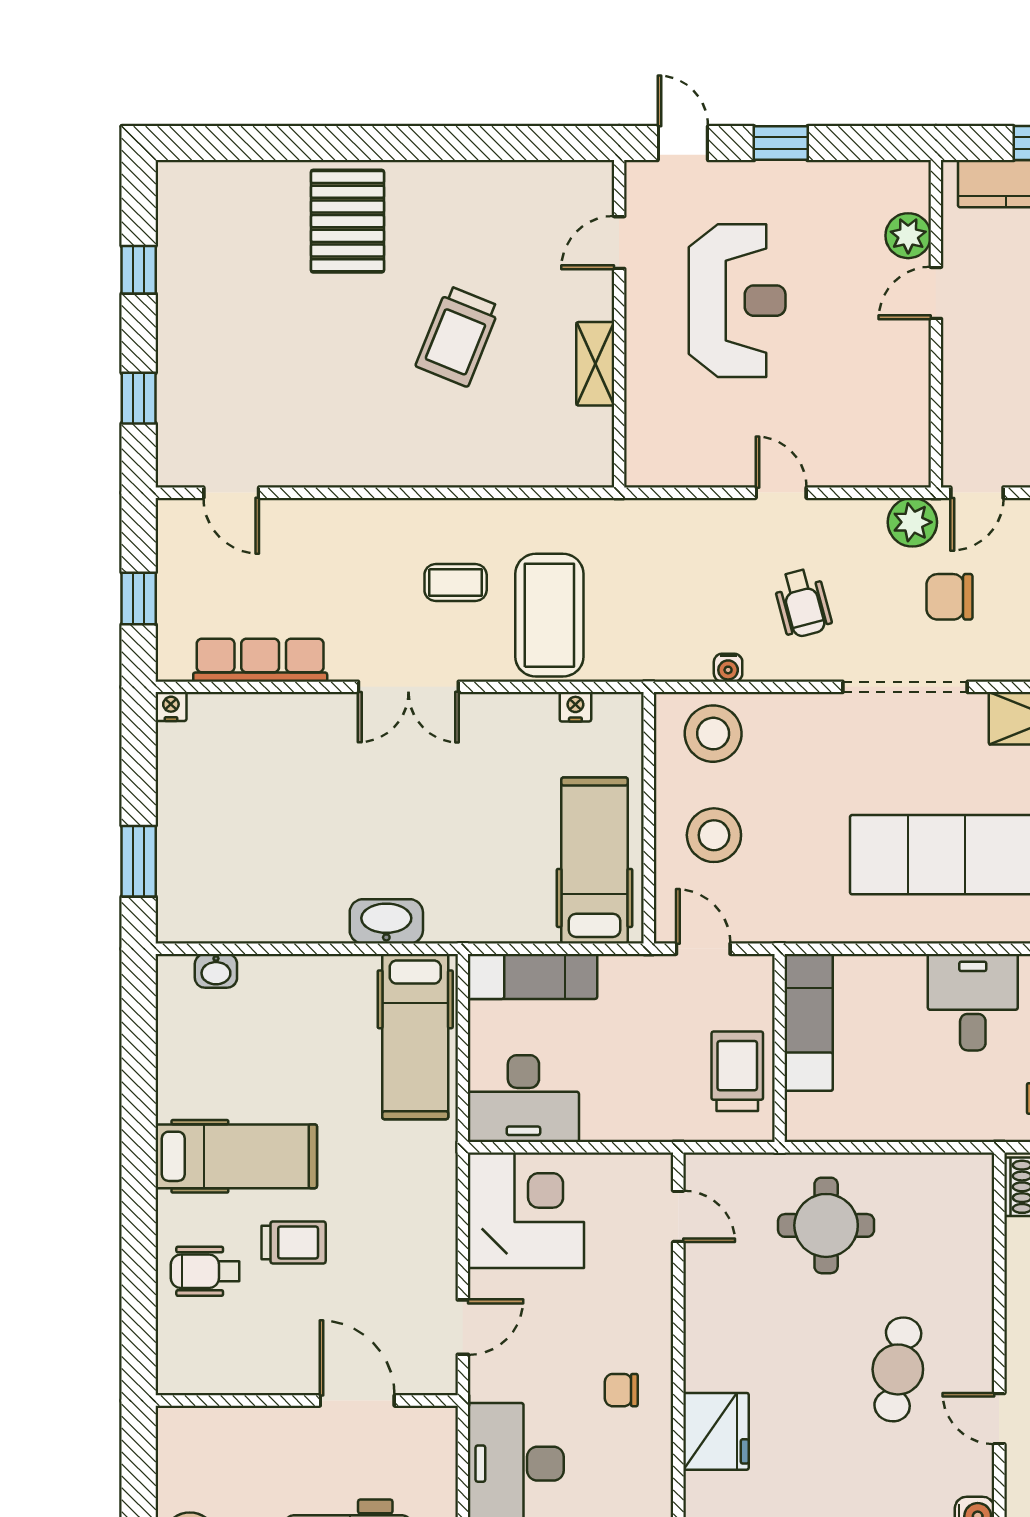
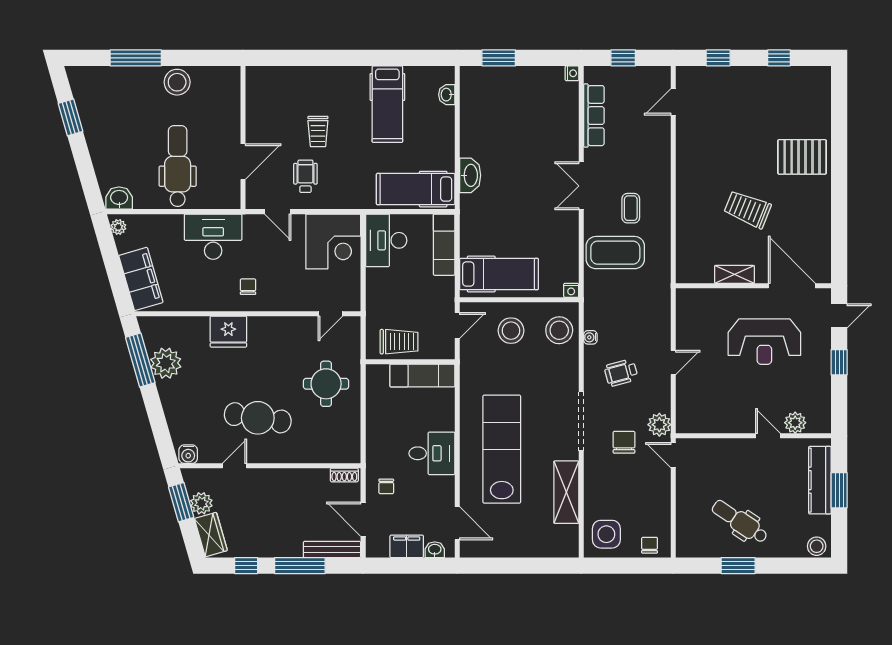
door: (619, 243) -> (792, 286), width x1.87
nightstand: (575, 707) -> (571, 290), moved, turned 90
hospital bed: (236, 1156) -> (387, 104), moved
wheelchair: (205, 1271) -> (305, 176), moved
cafe table: (898, 1369) -> (258, 418), width x1.37, depth x1.35

